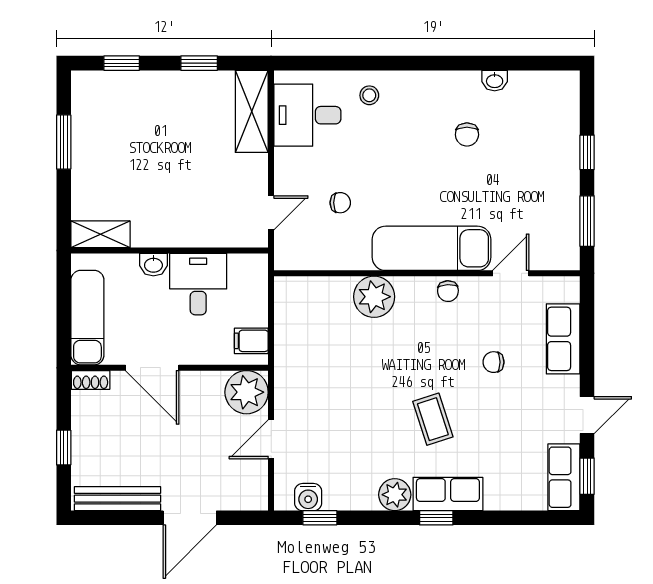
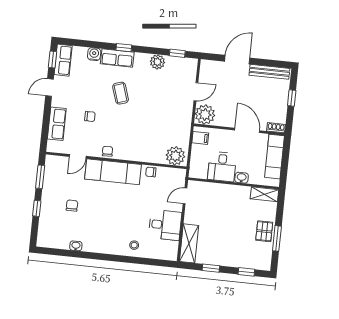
desk: (307, 115) -> (165, 225), moved
chair: (467, 135) -> (72, 206), moved
pallet: (93, 154) -> (264, 231), added
chair: (340, 203) -> (151, 172), moved
plant: (374, 297) -> (175, 156), moved
plant: (395, 495) -> (157, 62), moved
water cooler: (308, 497) -> (94, 54), moved

